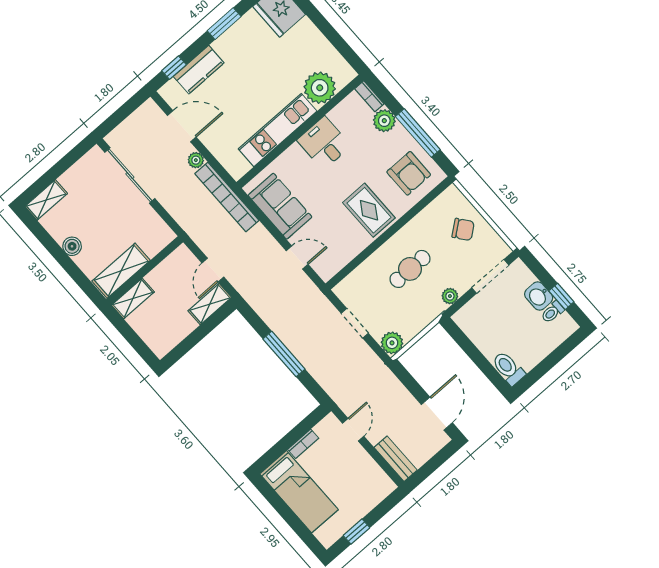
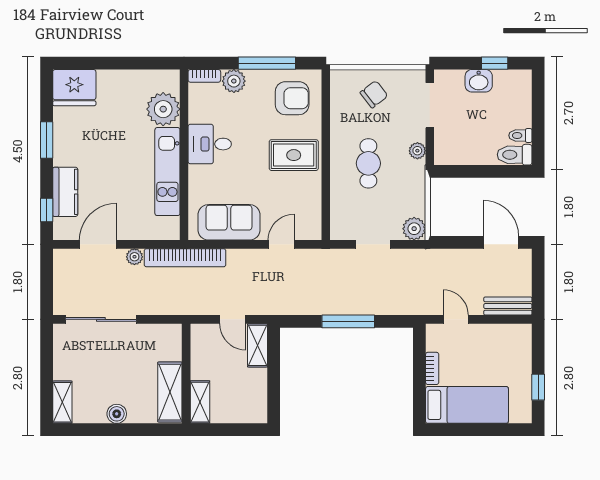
toilet: (552, 312) -> (520, 135), moved, turned 90

